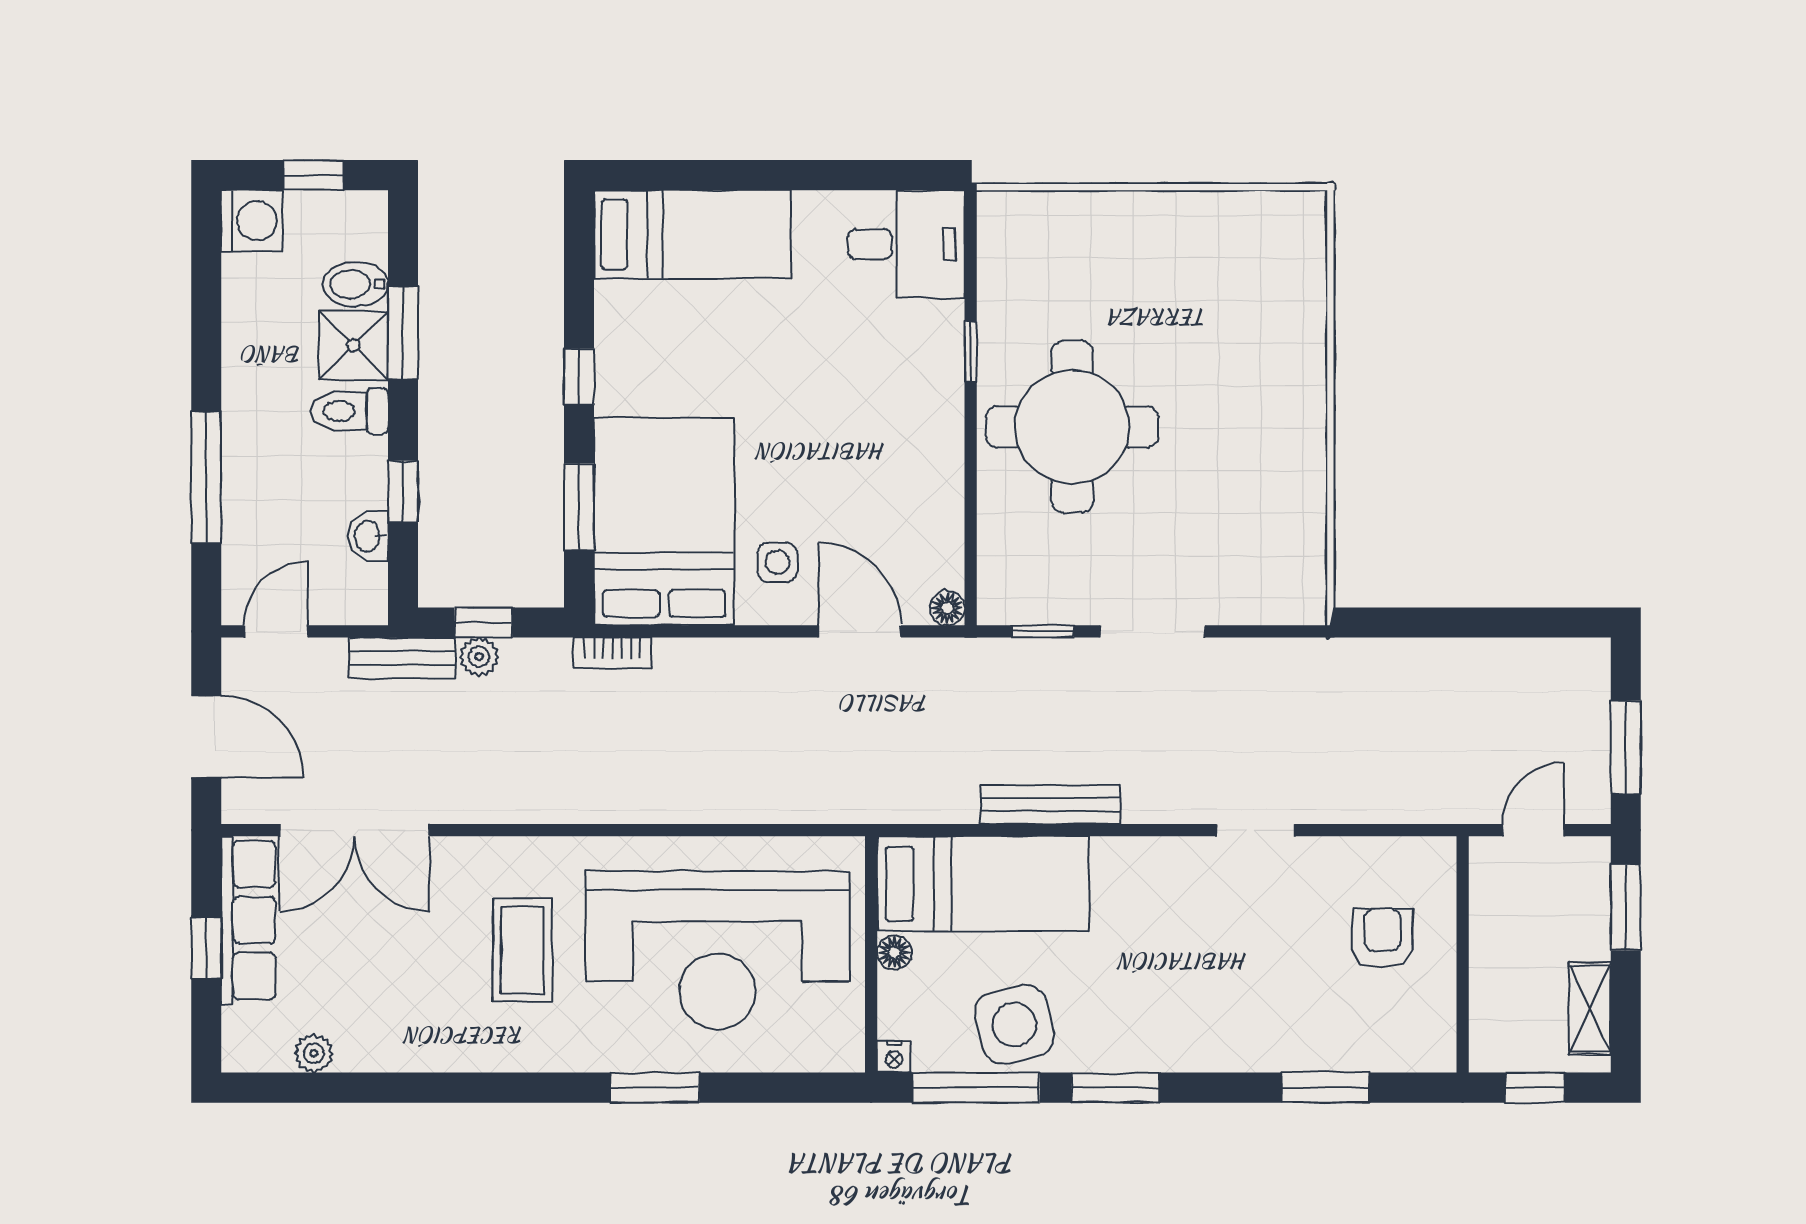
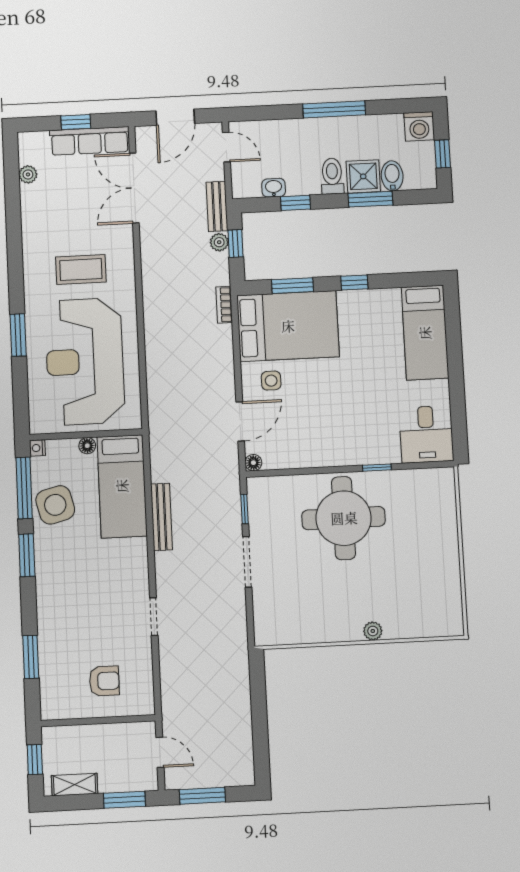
plant: (1308, 379) -> (373, 631), added
window: (206, 477) -> (334, 109), moved

